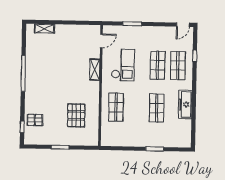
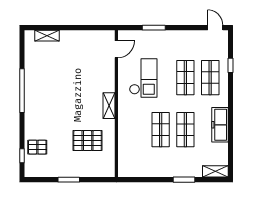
door: (183, 25) -> (215, 28), swing flipped
shelving: (95, 70) -> (109, 106), moved
shop shelf: (116, 107) -> (161, 130), moved
pallet: (76, 115) -> (88, 141), turned 90
shelving: (181, 143) -> (215, 171), added

